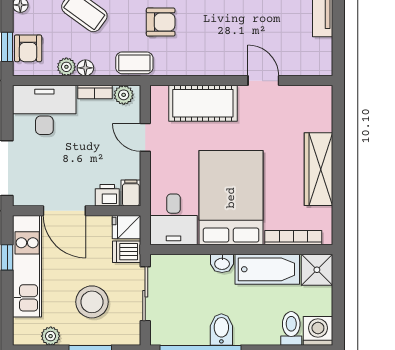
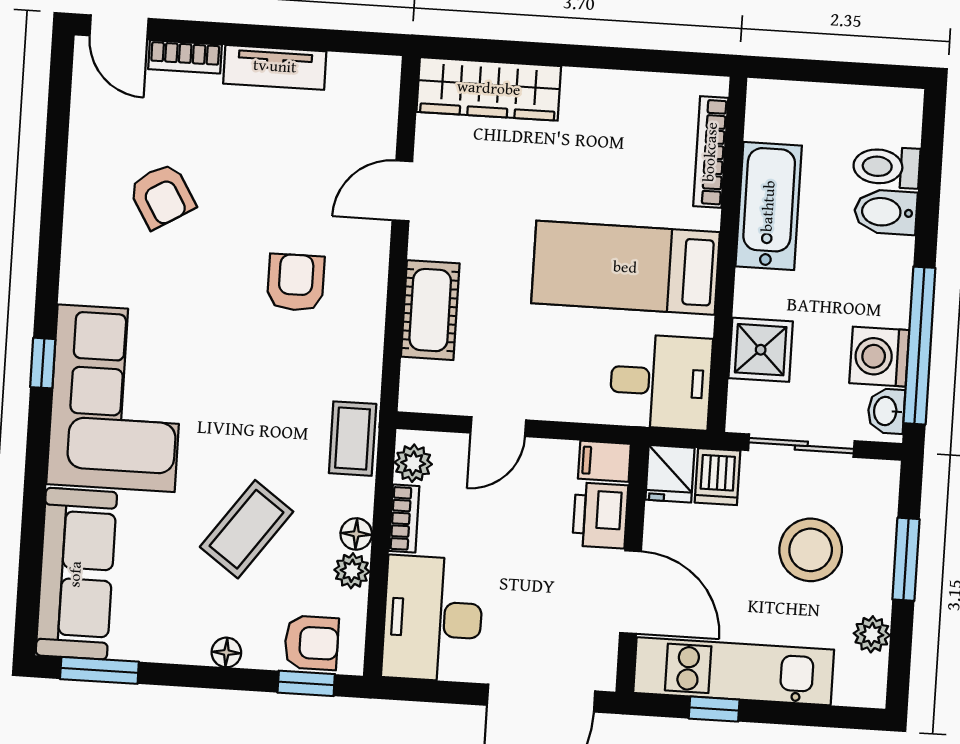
armchair: (161, 22) -> (296, 282), moved
cot: (203, 103) -> (430, 310), width x0.73, depth x0.75
wardrobe: (318, 169) -> (489, 89), moved
printer: (107, 195) -> (600, 515), width x1.36, depth x1.24
bed: (231, 198) -> (625, 268), width x0.67
door: (64, 211) -> (631, 592), hinge flipped
washbasin: (222, 263) -> (886, 411), moved, turned 180
shower: (317, 270) -> (761, 350), moved
bidet: (221, 330) -> (886, 212), moved
washing machine: (318, 331) -> (879, 357), moved

